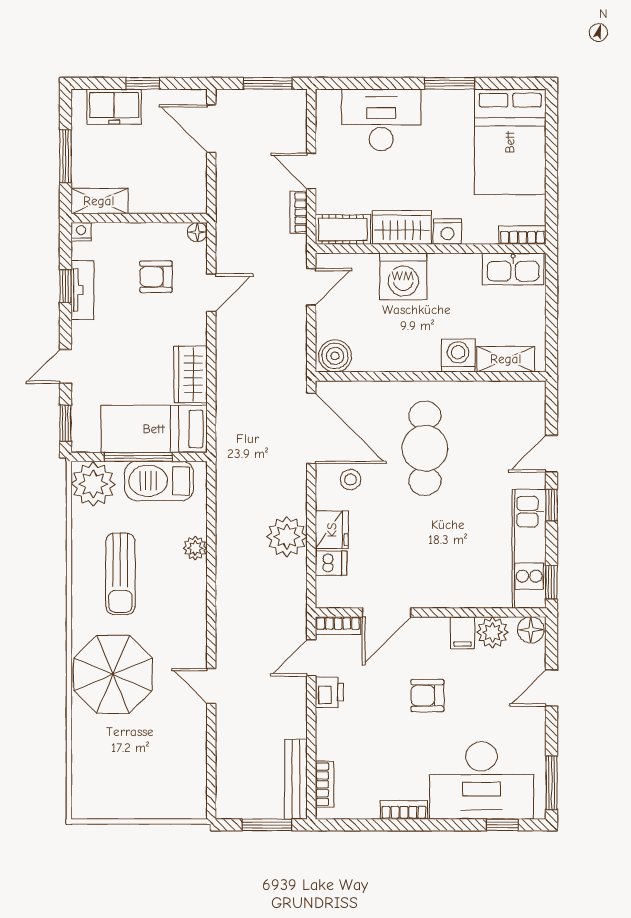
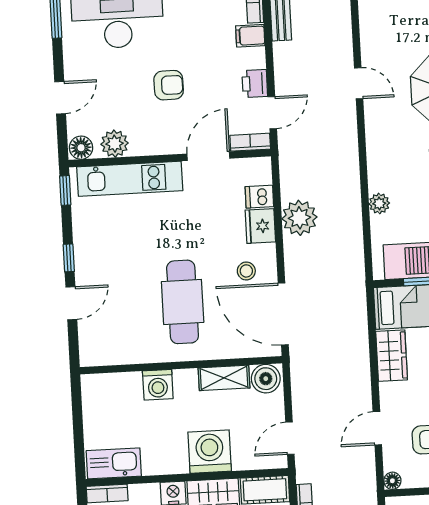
shelving: (506, 359) -> (224, 378), moved
kitchen unit: (529, 549) -> (130, 179), moved, turned 90
filing cabinet: (462, 633) -> (250, 36), moved, turned -90

